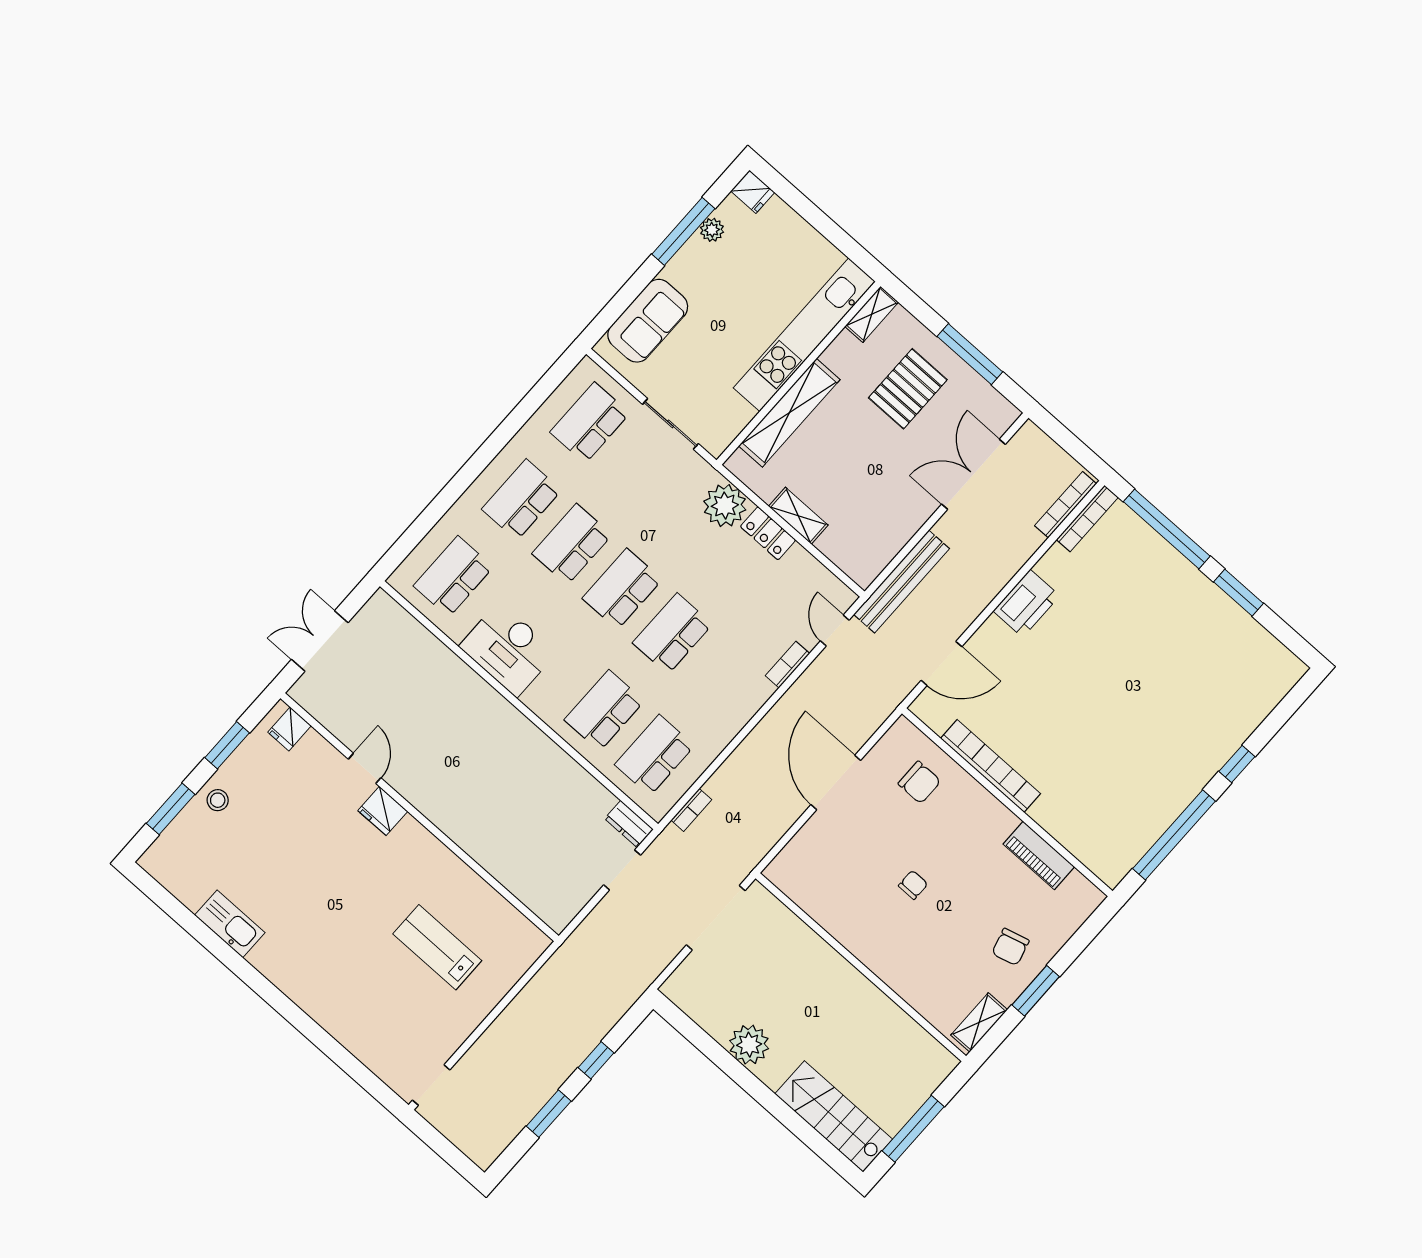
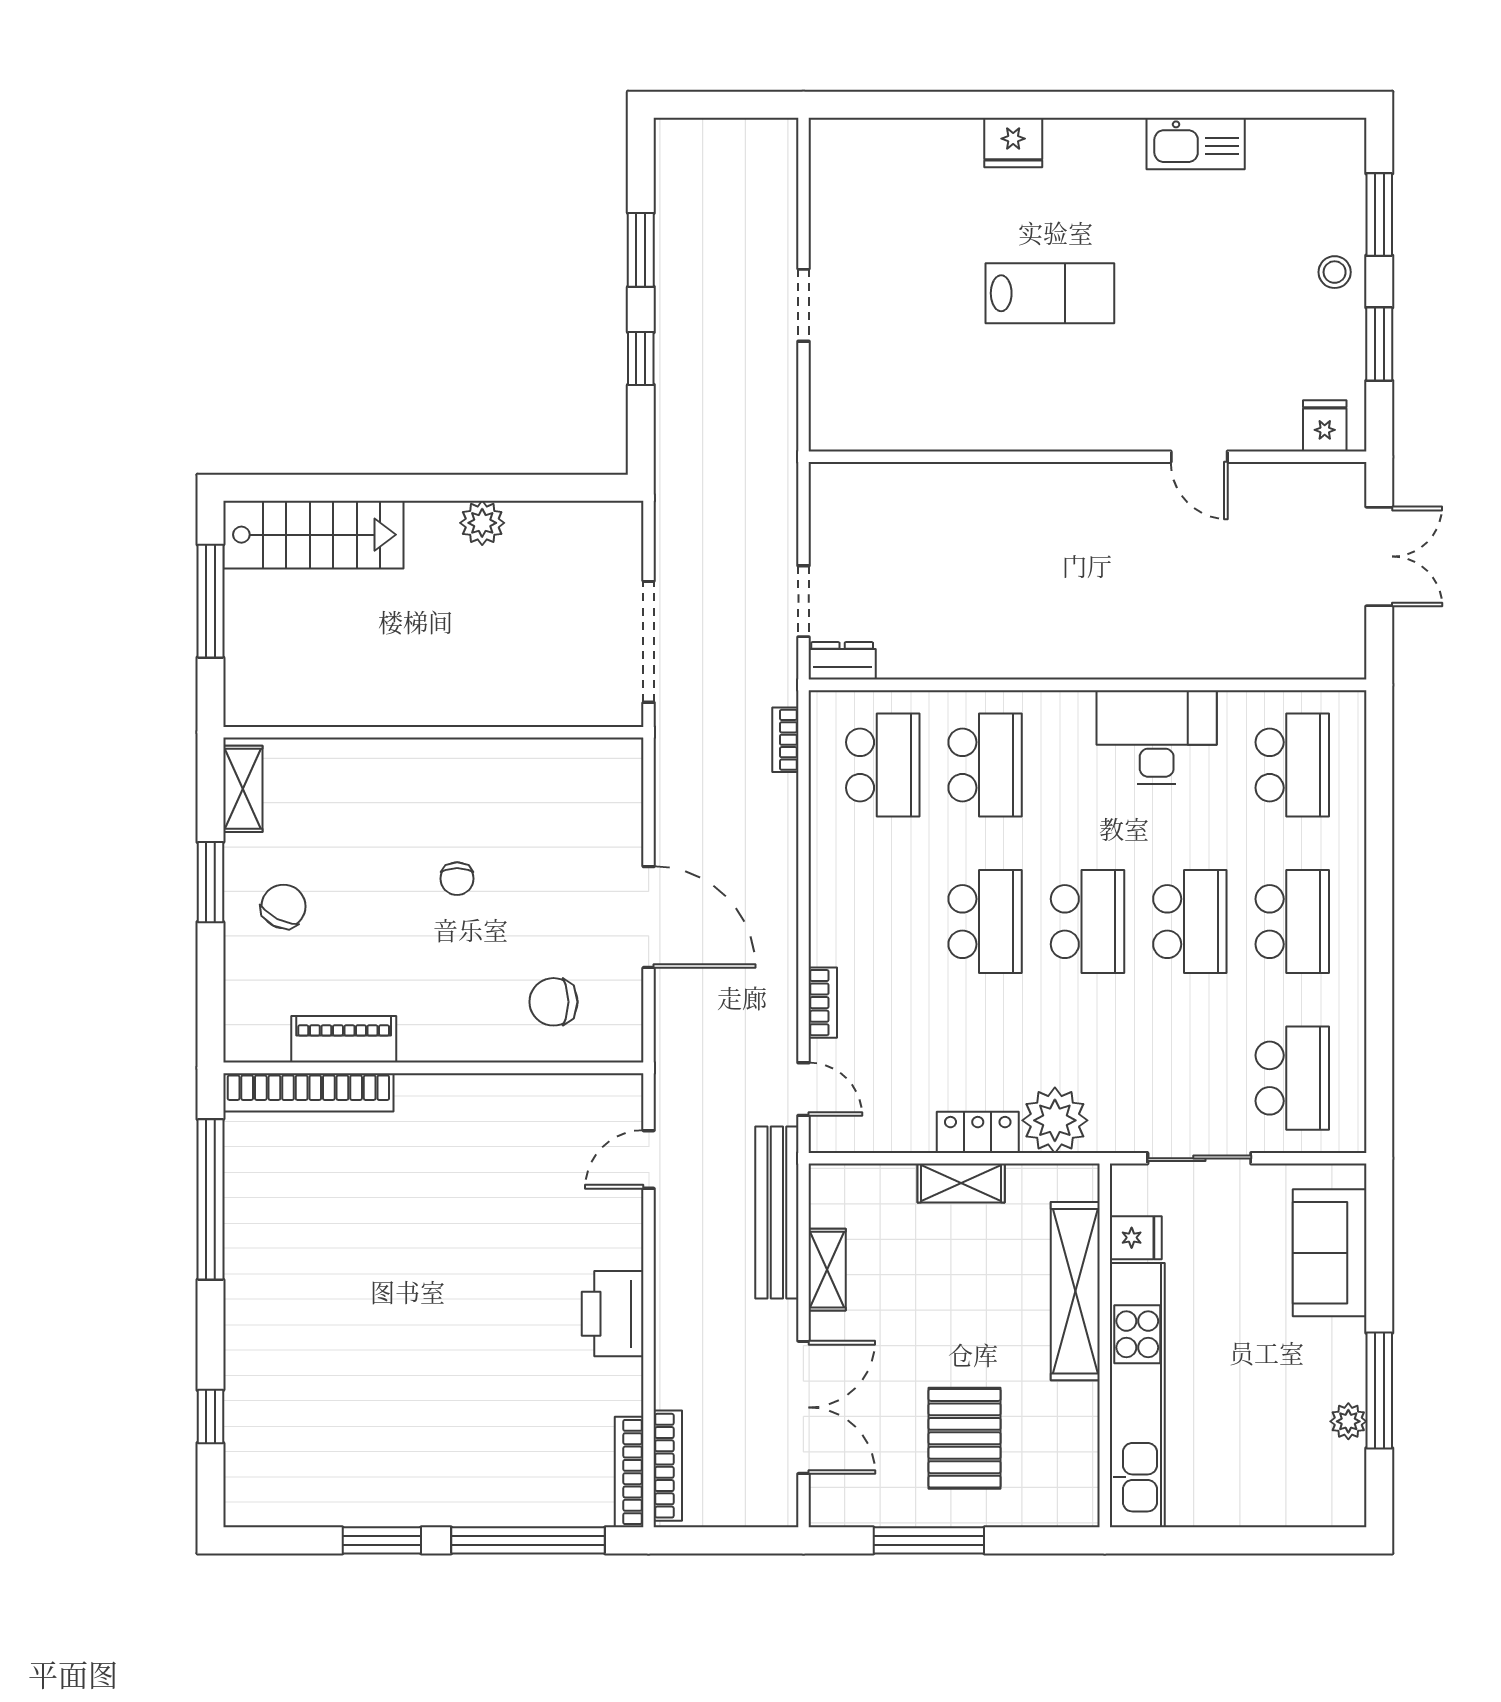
fridge: (753, 192) -> (1136, 1238), moved, turned 180
shelving: (872, 314) -> (827, 1270), moved
door: (941, 663) -> (649, 1159), width x0.73
window: (1237, 764) -> (210, 1417), moved
bookcase: (990, 766) -> (308, 1092), moved
fridge: (383, 811) -> (1013, 143), moved, turned 180
lab bench: (437, 947) -> (1050, 293), moved
chair: (1010, 947) -> (283, 906), turned 42
plant: (749, 1045) -> (482, 523), width x0.73, depth x0.73
doorway: (431, 1085) -> (803, 305), moved

